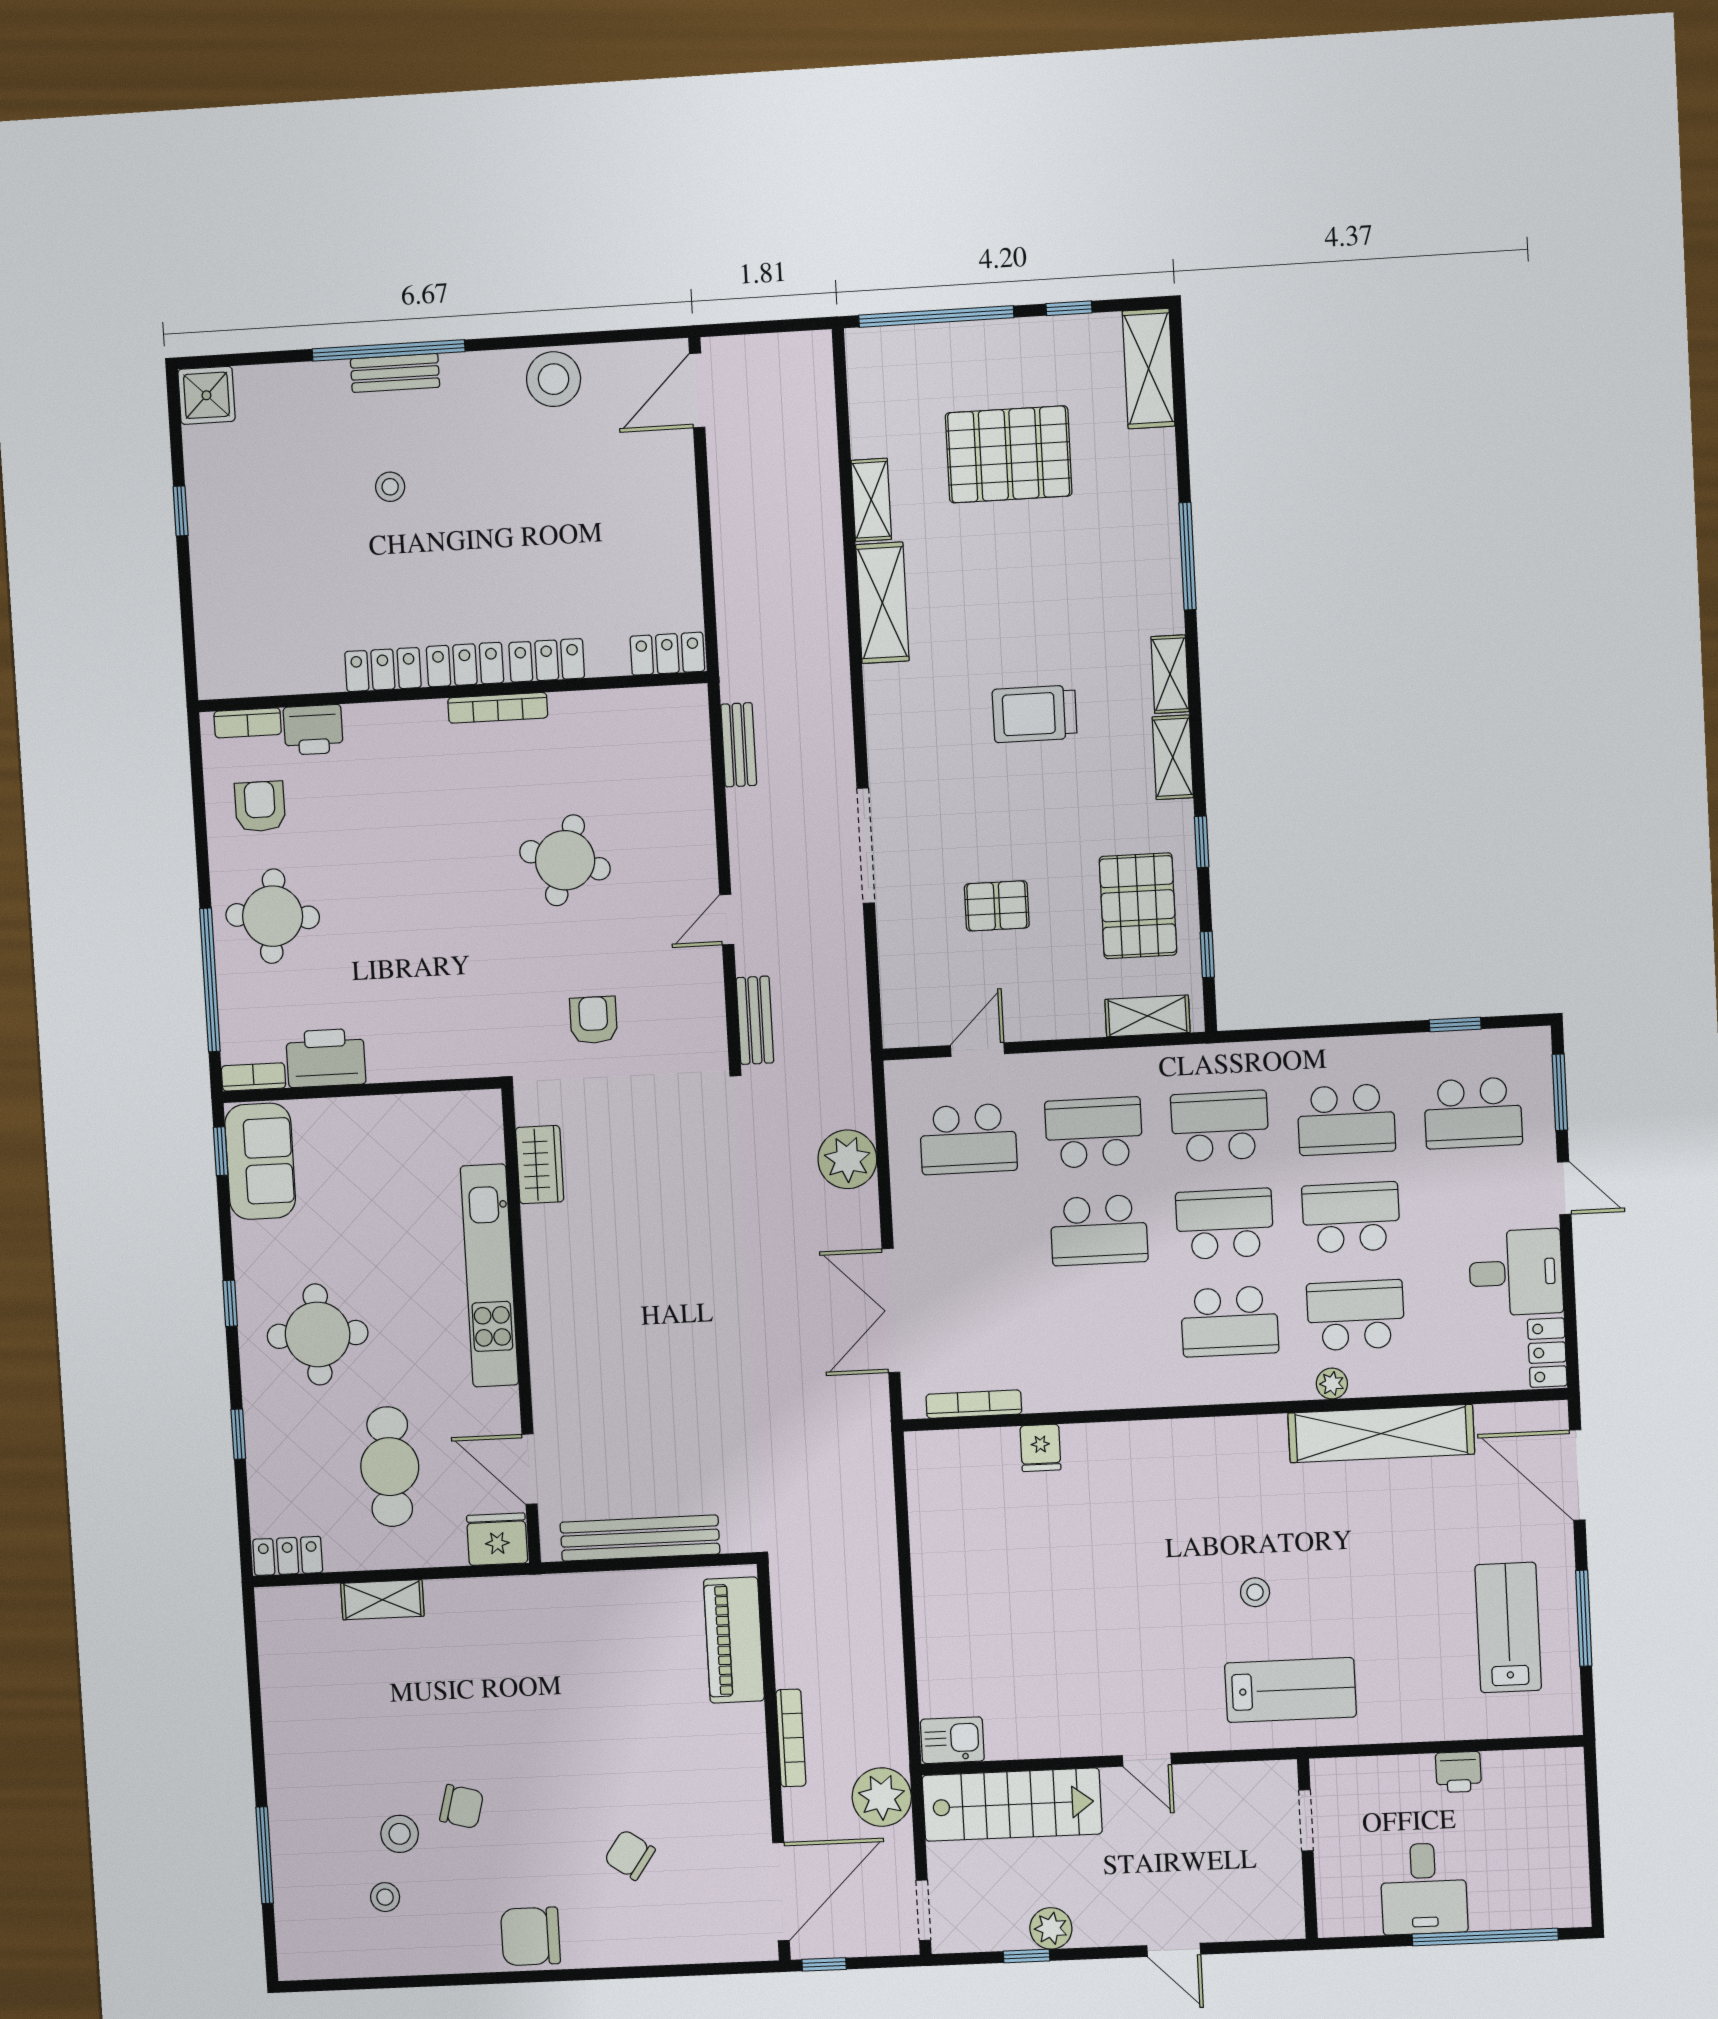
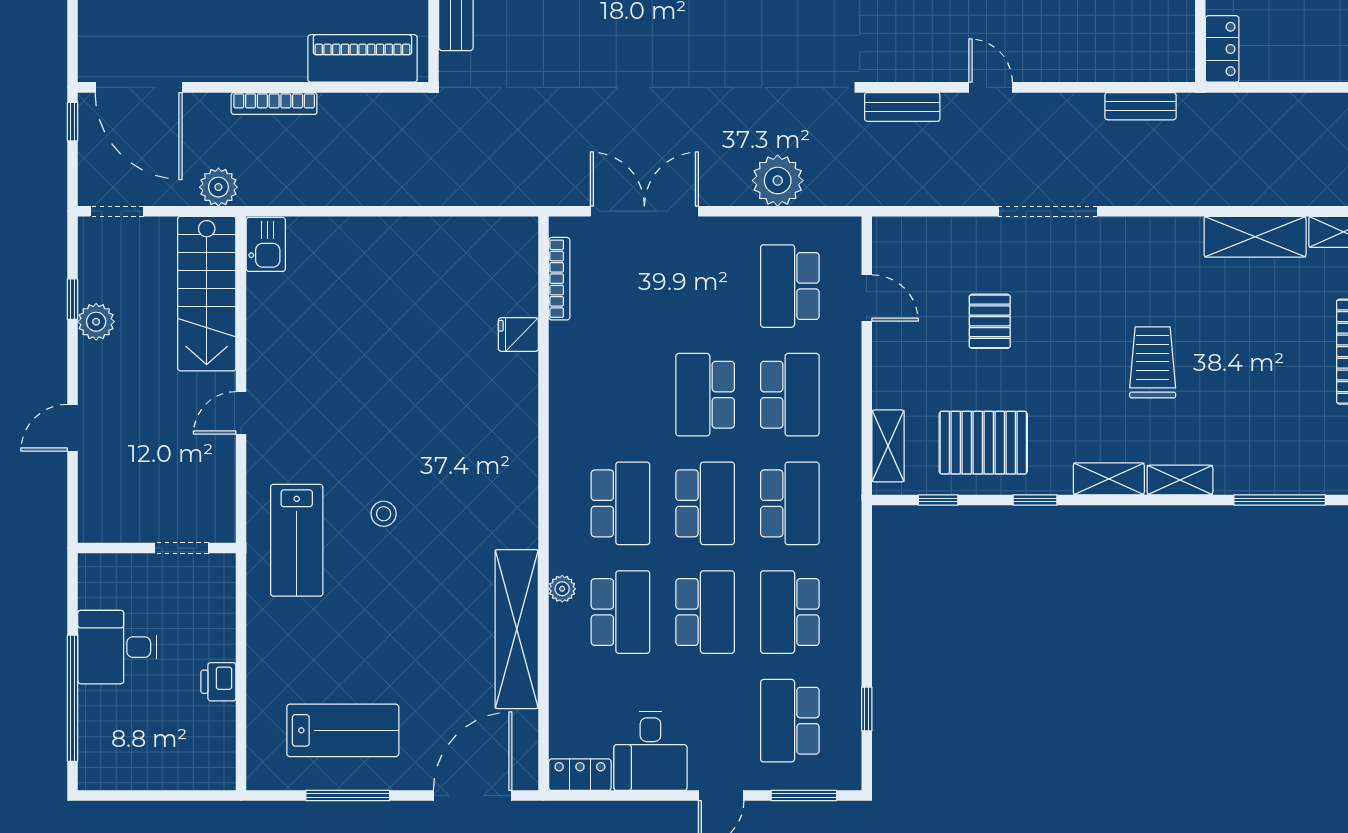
school desk: (1230, 1321) -> (620, 503), turned 180
plant: (882, 1797) -> (218, 187), width x0.73, depth x0.73

